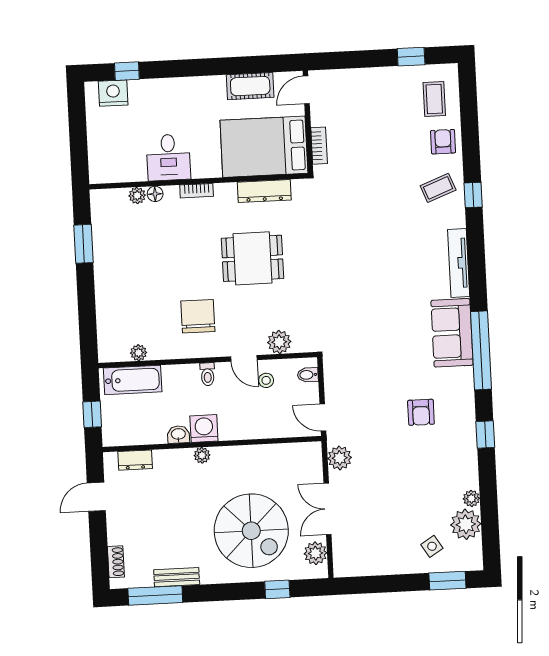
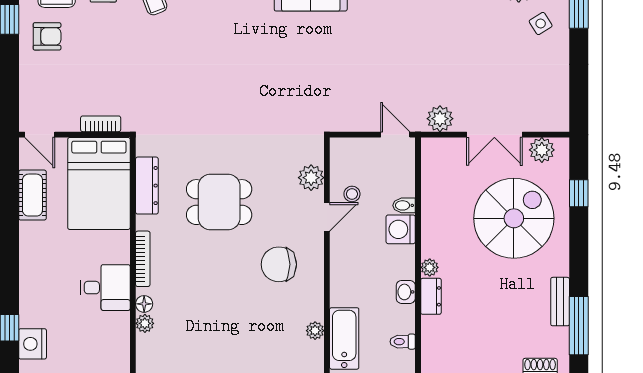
bookcase: (197, 191) -> (143, 259), width x1.56
dining table: (252, 258) -> (219, 202), turned 90
toilet: (208, 374) -> (403, 342), moved, turned 180
bidet: (308, 375) -> (404, 205), moved, turned 90
armchair: (421, 412) -> (47, 36), moved
door: (323, 417) -> (395, 135), swing flipped
washing machine: (204, 429) -> (401, 229), moved
dresser: (135, 460) -> (431, 296), moved

